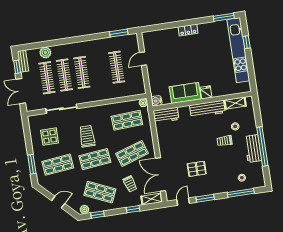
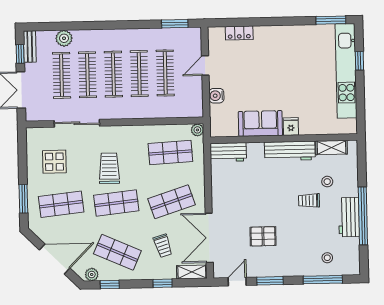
locker: (188, 30) -> (239, 33), moved
clothes rail: (99, 70) -> (139, 74), added
water cooler: (157, 101) -> (216, 96), moved
door: (58, 202) -> (55, 259), width x1.88

